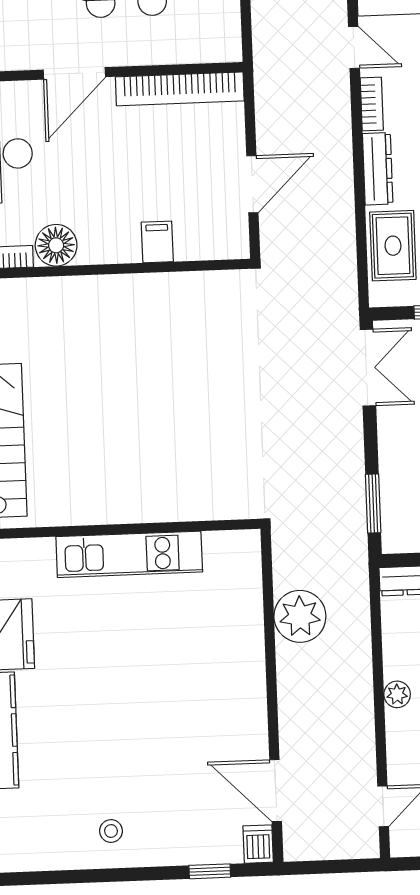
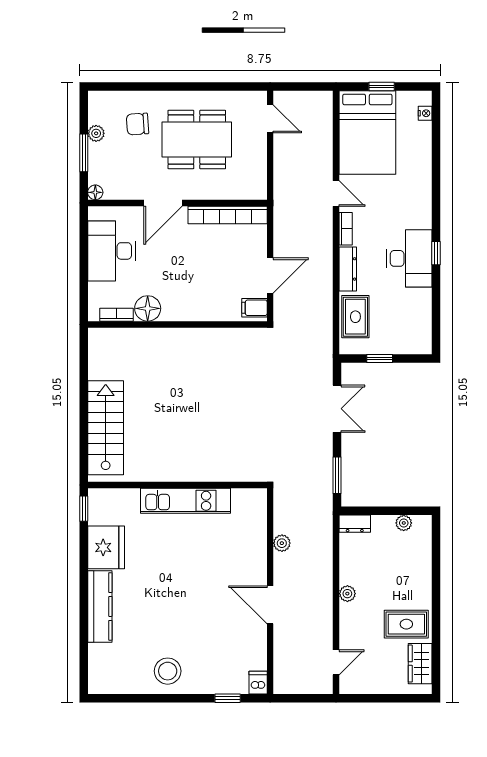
filing cabinet: (157, 242) -> (255, 308), moved, turned -90
double door: (368, 368) -> (337, 409), moved
plant: (300, 616) -> (282, 543), width x0.53, depth x0.53
door: (276, 791) -> (270, 605), moved
stool: (111, 831) -> (168, 671), width x1.89, depth x1.89

